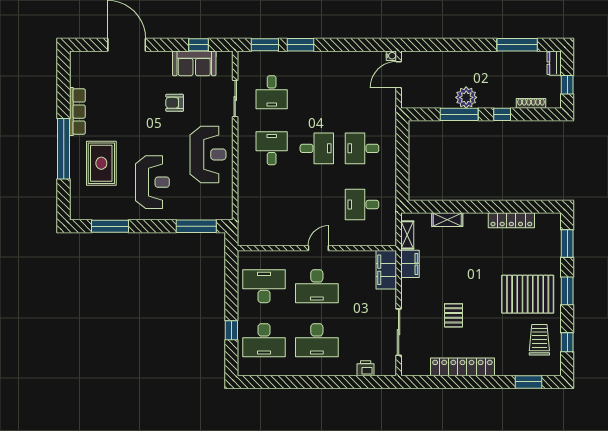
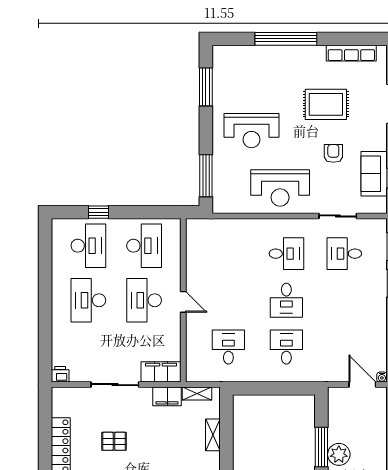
row of seats: (77, 112) -> (351, 53), moved
rug: (101, 163) -> (326, 104), moved
sliding door: (399, 332) -> (115, 385), moved
desk: (264, 340) -> (88, 246), turned 180
printer: (366, 368) -> (60, 374), moved, turned -90

